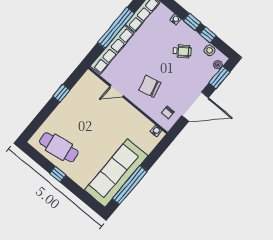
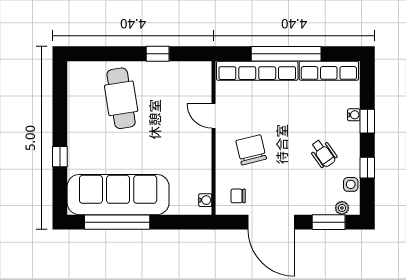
window: (192, 22) -> (367, 121), moved
cafe table: (59, 147) -> (121, 98), moved
window: (58, 174) -> (60, 157), moved

